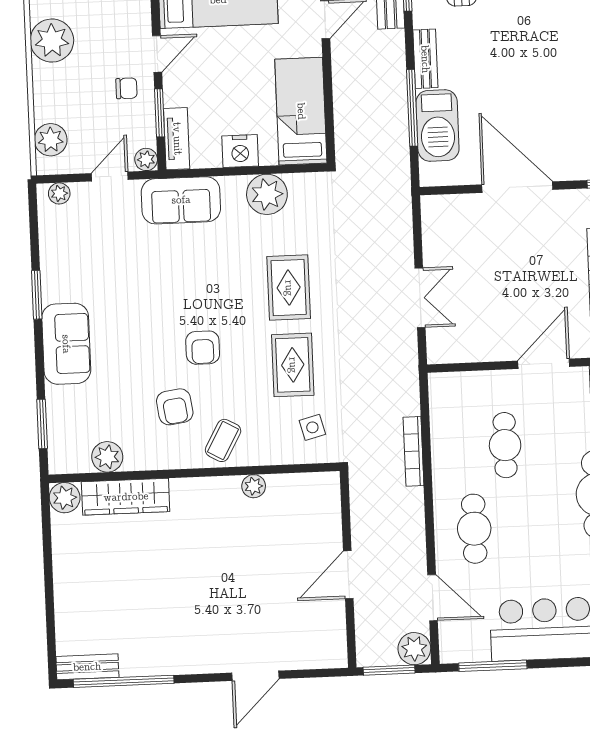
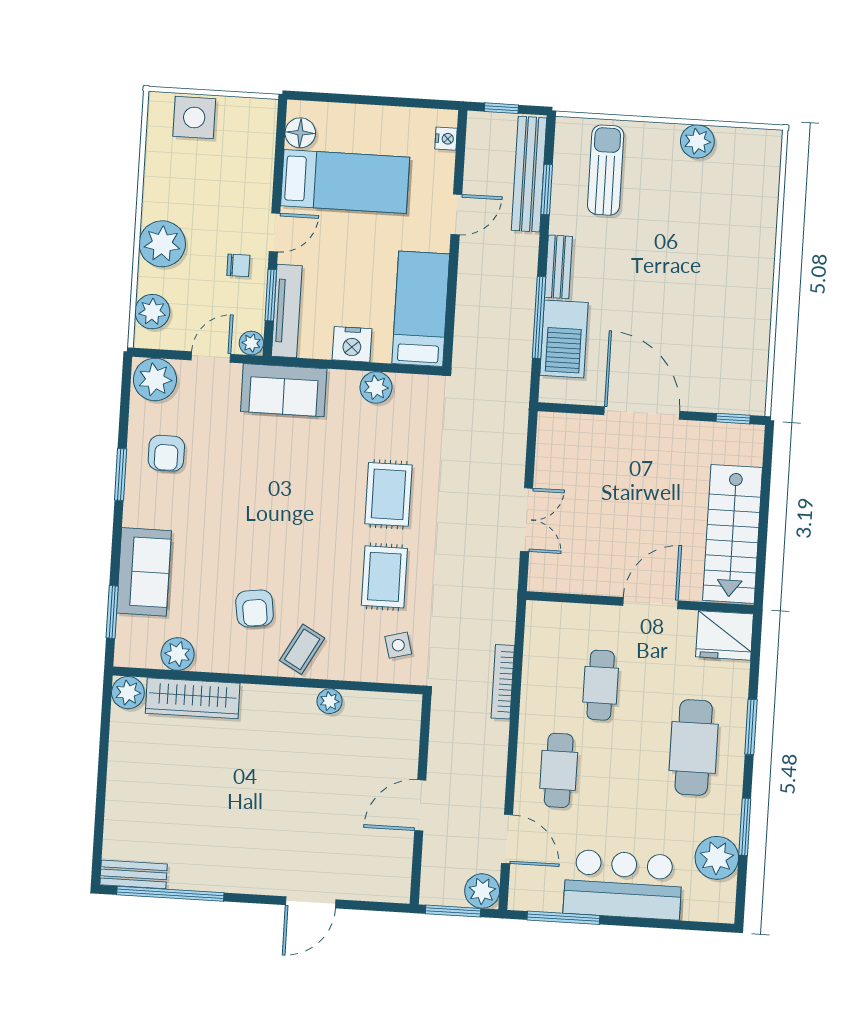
plant: (52, 41) -> (162, 244), moved
tv unit: (177, 139) -> (287, 311), width x1.41
plant: (59, 193) -> (155, 379), width x1.88, depth x1.88
plant: (267, 194) -> (376, 387), width x0.73, depth x0.73
sofa: (66, 344) -> (144, 572), moved
armchair: (203, 348) -> (166, 453), moved

